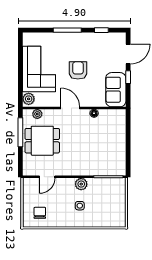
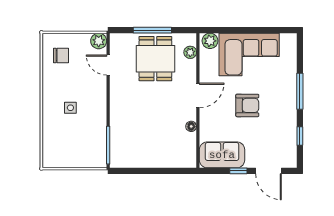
window: (20, 132) -> (152, 30), moved
plant: (81, 184) -> (99, 41), moved

